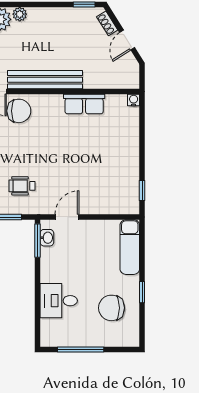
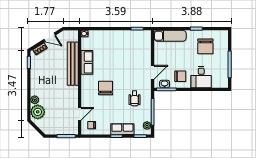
bench: (45, 80) -> (73, 64), moved
chair: (19, 111) -> (106, 88), moved
door: (67, 217) -> (153, 72), swing flipped
chair: (60, 264) -> (180, 76), added

